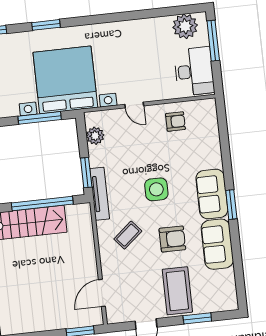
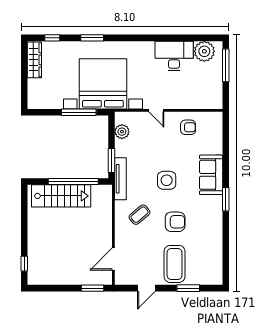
desk: (194, 71) -> (174, 56), moved, turned -90
sofa: (212, 194) -> (211, 175), moved
sofa: (217, 244) -> (211, 230), removed

